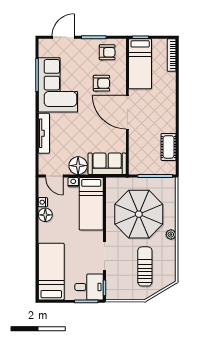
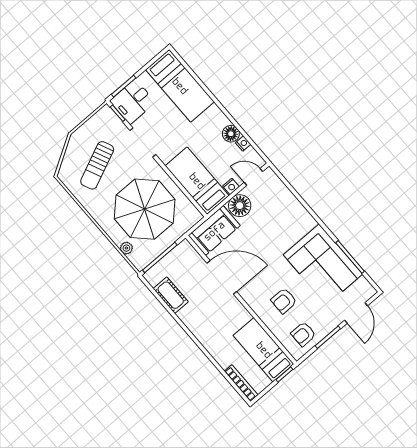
door: (127, 112) -> (222, 277), moved
tv unit: (44, 133) -> (297, 208), removed
plant: (171, 235) -> (126, 248), moved
sun lounger: (145, 266) -> (97, 165), turned 66

